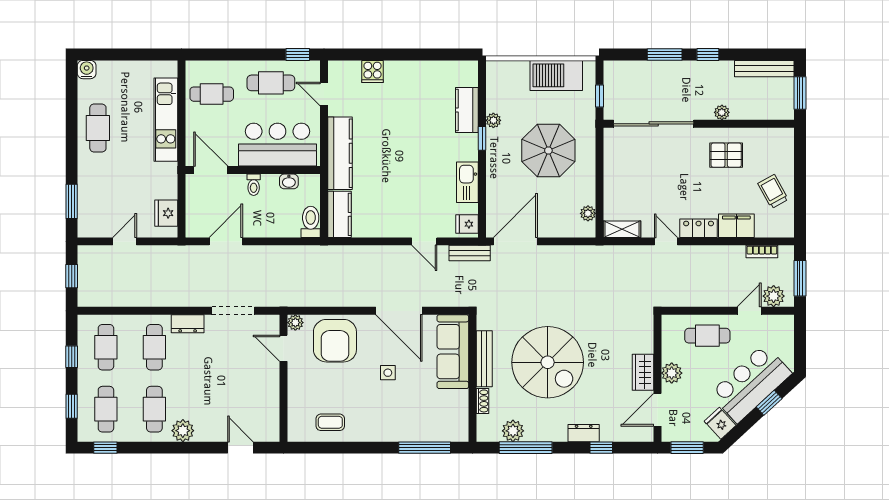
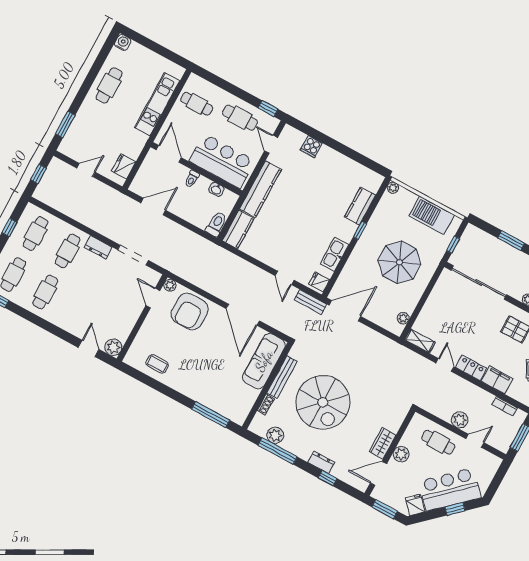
plant: (493, 120) -> (393, 188), moved
plant: (774, 296) -> (460, 420), moved
side table: (388, 373) -> (213, 352), removed
plant: (183, 431) -> (113, 347), moved

